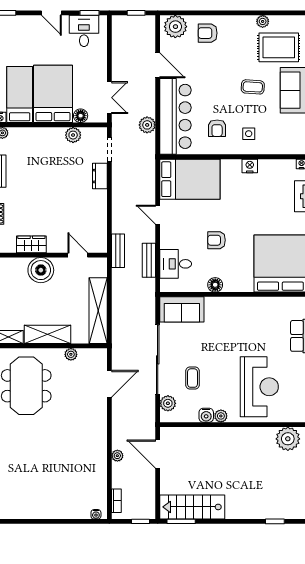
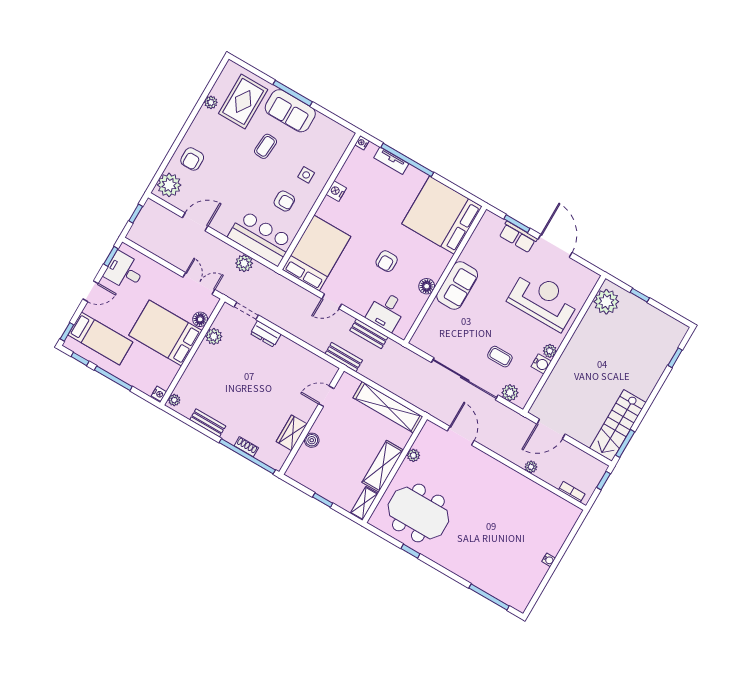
bed: (20, 95) -> (100, 338), moved, turned 180
bar counter: (175, 116) -> (261, 238), width x0.73
boiler: (41, 270) -> (312, 440), width x0.54, depth x0.54
sofa: (182, 309) -> (457, 285), moved
water cooler: (96, 514) -> (549, 560), moved

